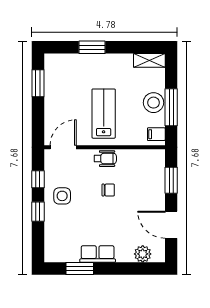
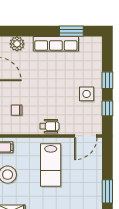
wheelchair: (105, 159) -> (49, 126), turned 180
chair: (108, 190) -> (17, 110), moved
row of seats: (98, 254) -> (56, 44), width x1.48

